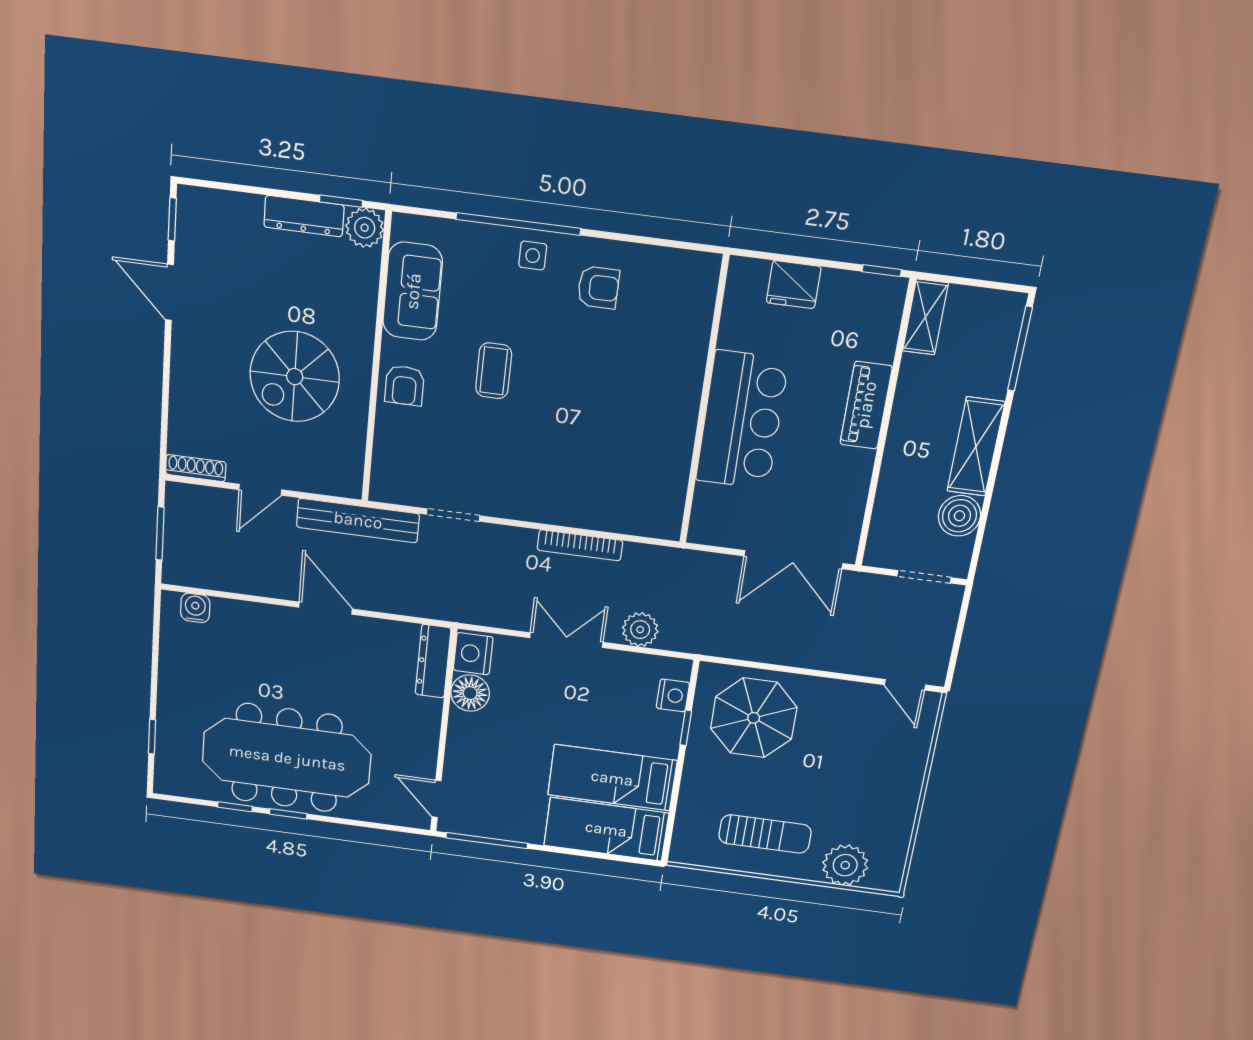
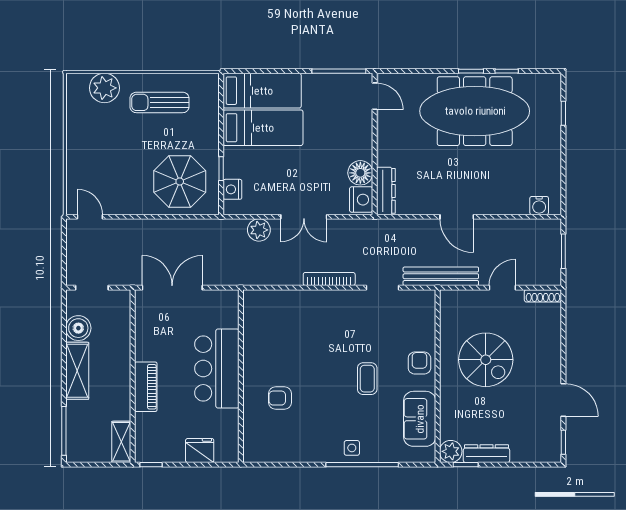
armchair: (598, 288) -> (280, 398), moved
spiral stairs: (295, 377) -> (486, 360), turned 90
bookcase: (580, 545) -> (329, 279), moved

